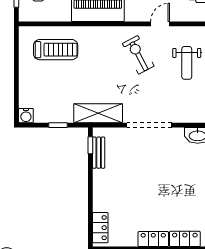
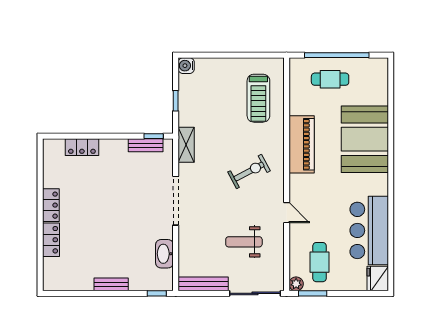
exercise bike: (138, 55) -> (249, 171), moved
shelving: (98, 113) -> (186, 145), width x0.67, depth x0.75
locker: (100, 228) -> (82, 147), moved

